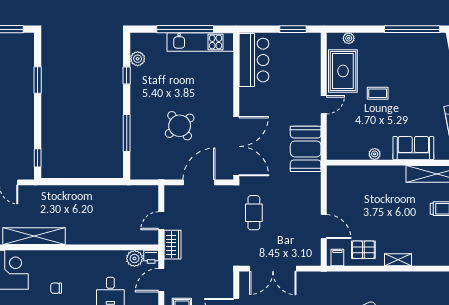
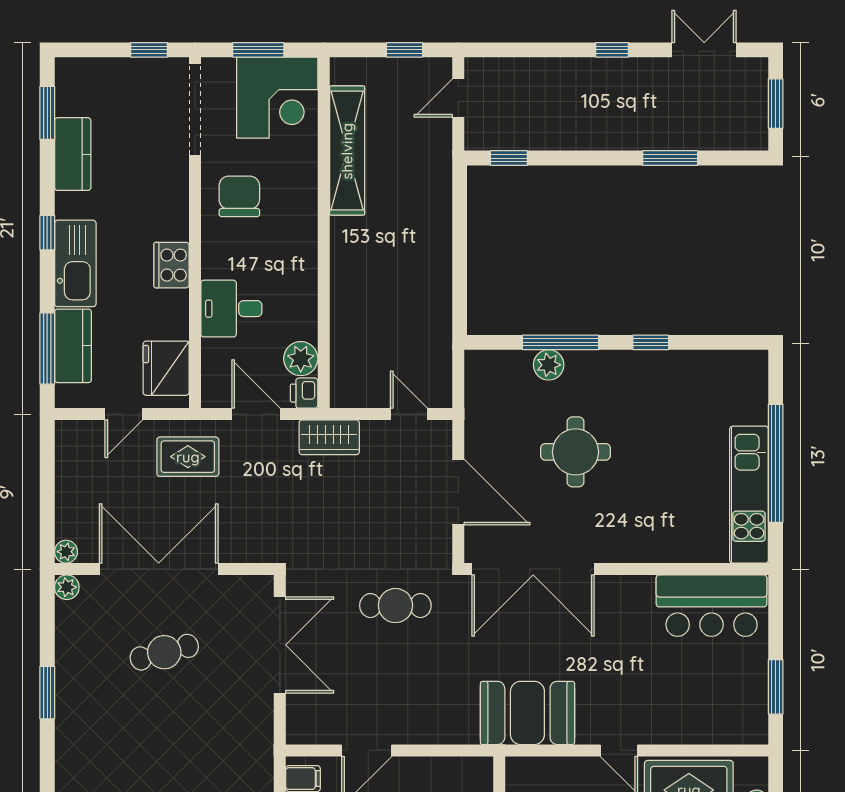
plant: (138, 59) -> (549, 365), moved
window: (127, 76) -> (651, 342), moved
round table: (180, 126) -> (575, 452), turned 37
door: (161, 221) -> (409, 414), moved
double door: (273, 269) -> (280, 645), swing flipped
chair: (56, 288) -> (239, 196), width x1.87, depth x1.87

